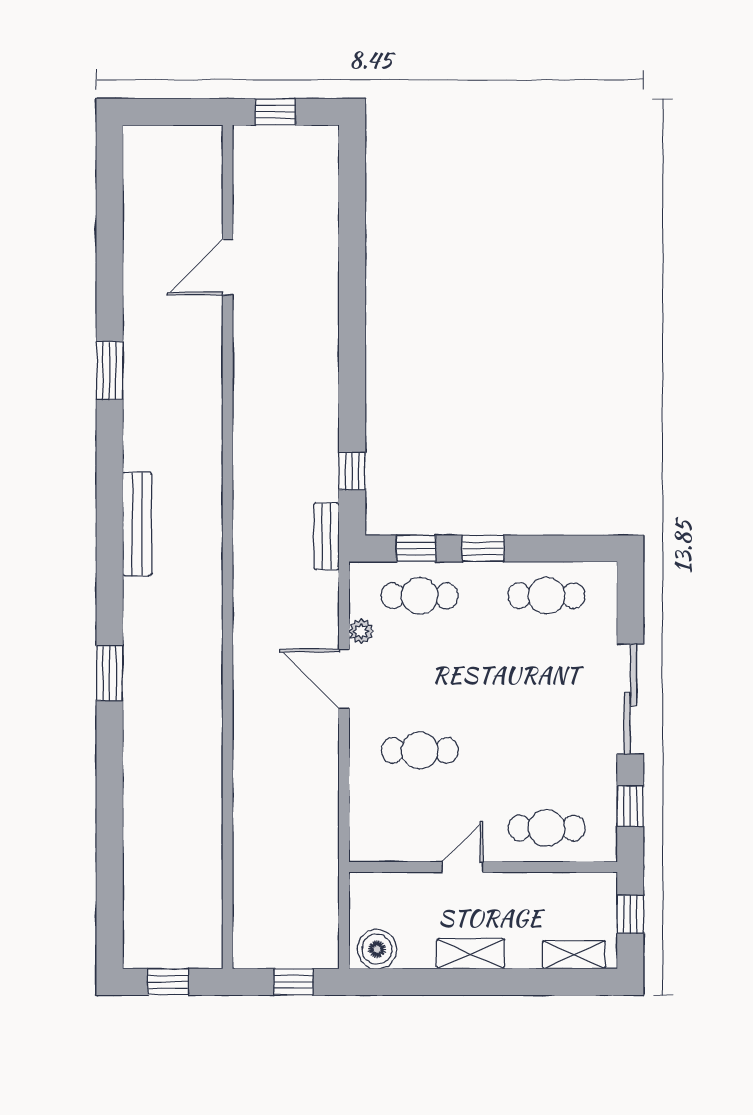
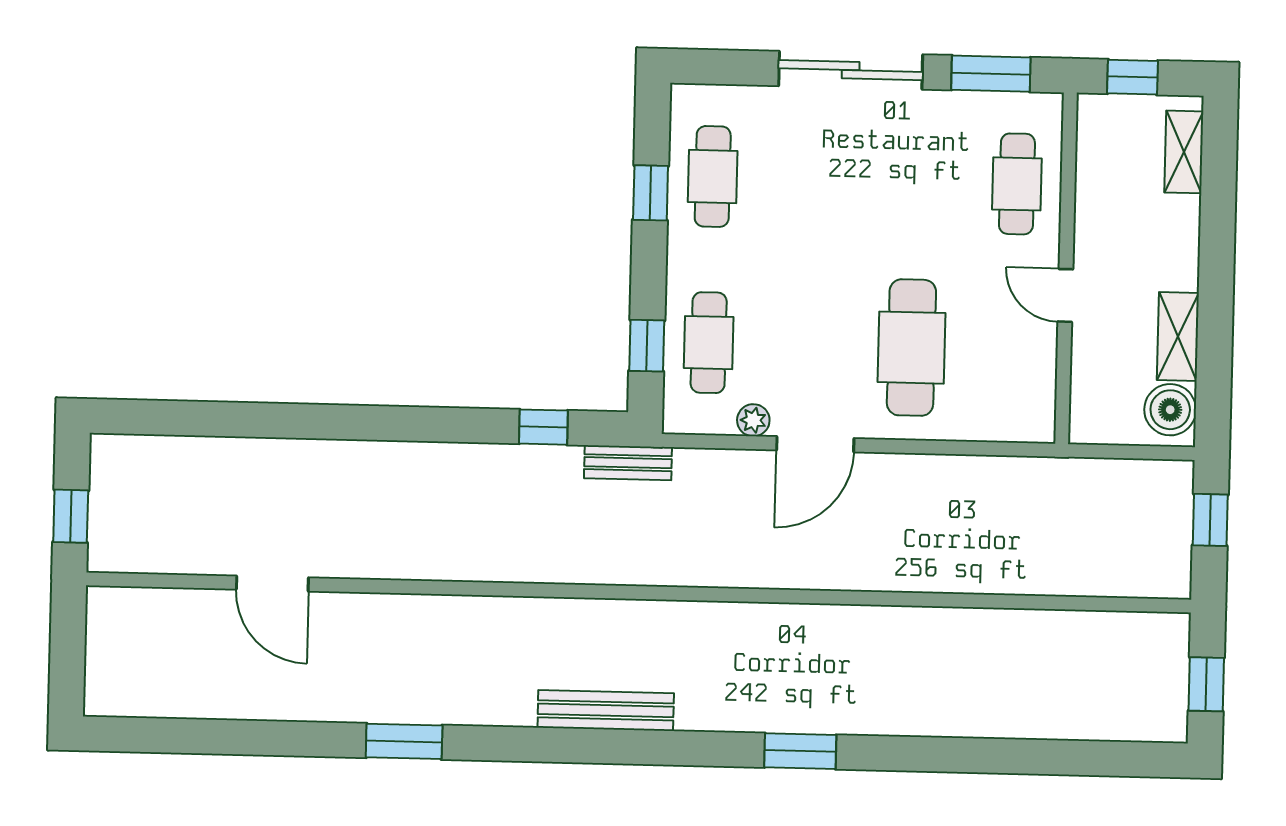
window: (483, 549) -> (651, 193), moved
cafe table: (420, 751) -> (911, 348), width x1.37, depth x1.35
window: (630, 806) -> (991, 74), width x1.50
shelving: (471, 954) -> (1178, 337), moved

